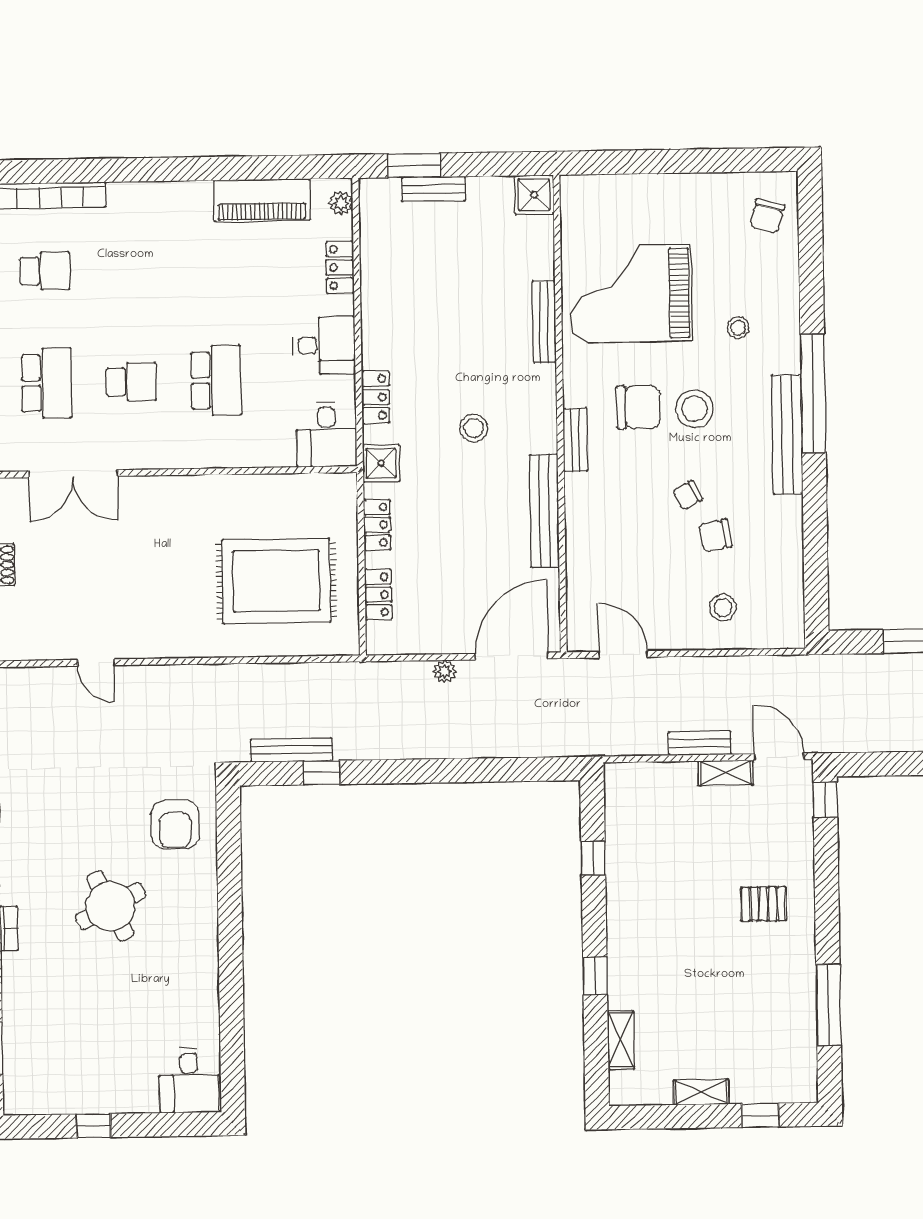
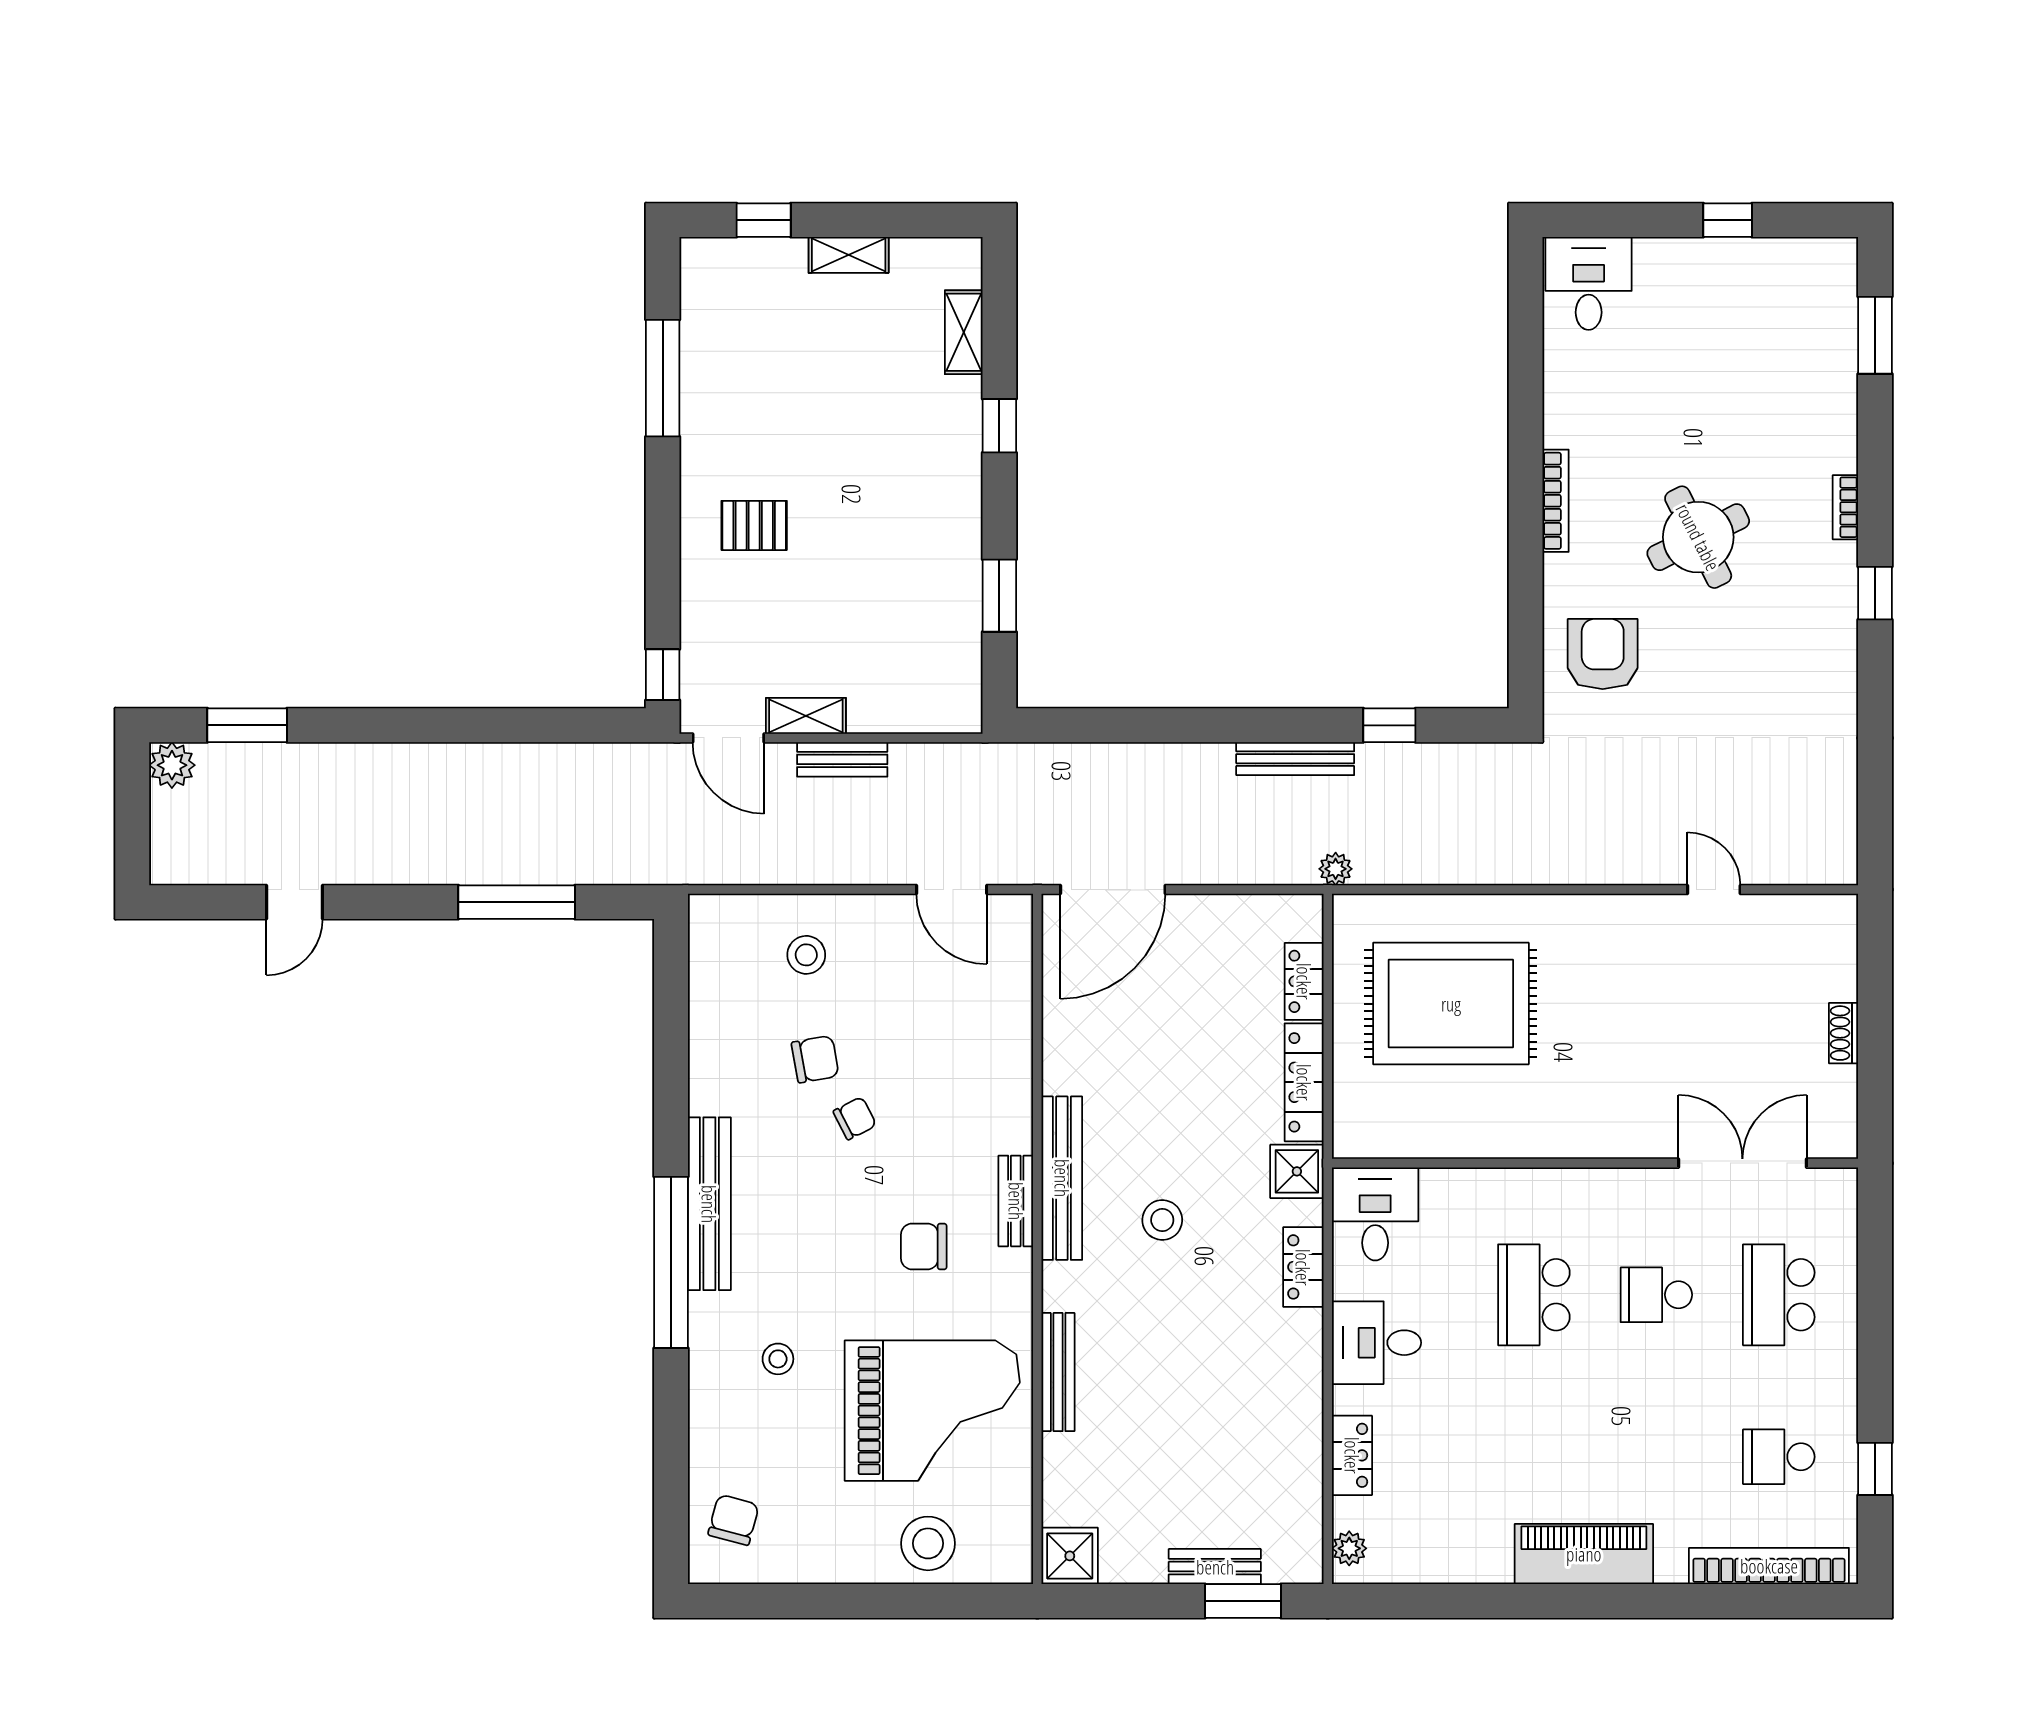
piano: (262, 200) -> (1584, 1554), moved
chair: (638, 407) -> (924, 1246), width x0.73, depth x0.73
stool: (695, 409) -> (928, 1543), moved
bench: (545, 511) -> (1062, 1178), moved
locker: (377, 525) -> (1304, 1082), width x1.53
plant: (445, 671) -> (1336, 869), moved
bench: (291, 750) -> (1295, 759), moved
window: (593, 858) -> (999, 596), width x1.50
bookcase: (210, 930) -> (1556, 501), added

